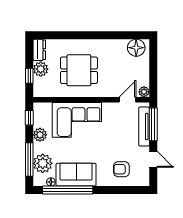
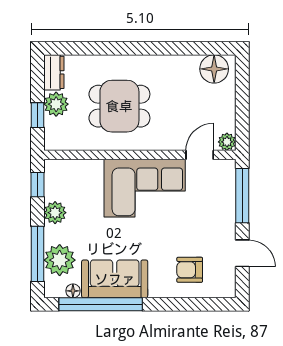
corner sofa: (77, 120) -> (145, 188), moved
tv unit: (144, 127) -> (227, 199), removed

